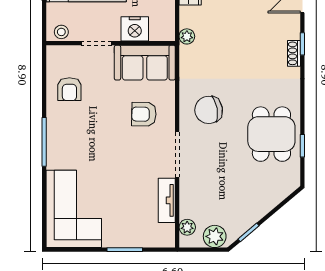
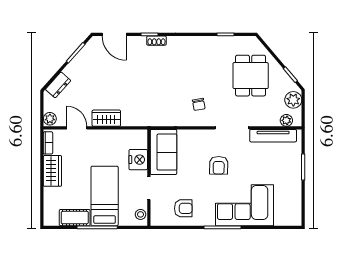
plant: (187, 36) -> (144, 121), removed
chair: (209, 110) -> (199, 104), width x0.54, depth x0.54
armchair: (144, 114) -> (219, 165), moved
dining table: (271, 134) -> (251, 76), moved, turned 90
tv unit: (167, 200) -> (273, 136), width x1.41
corner sofa: (74, 209) -> (245, 205), moved

